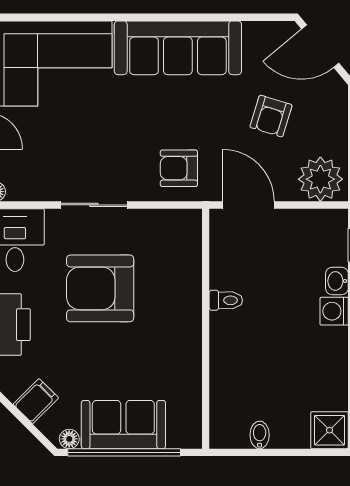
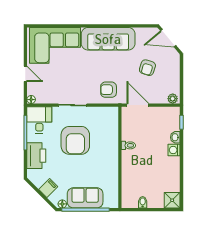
plant: (320, 179) -> (173, 99), width x0.53, depth x0.53
armchair: (100, 288) -> (75, 140), turned -90

